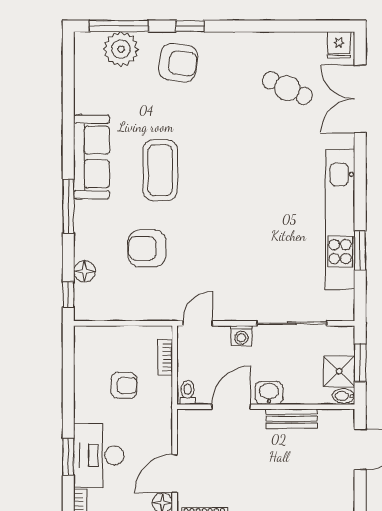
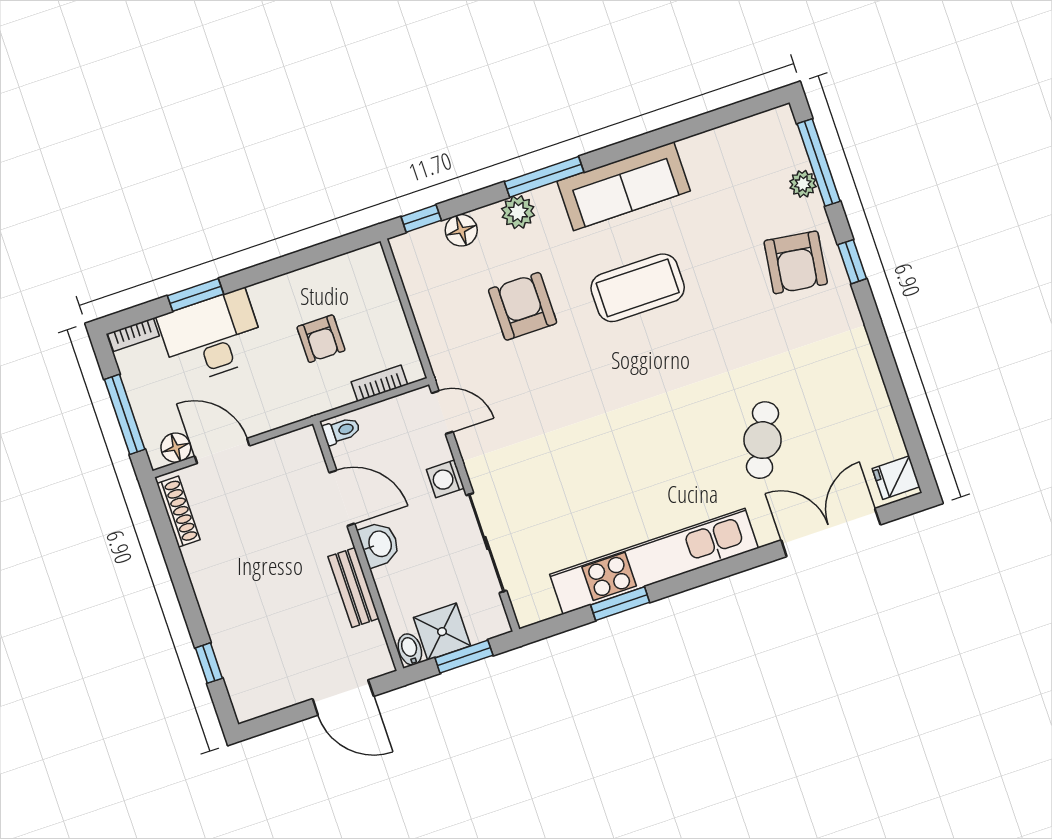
plant: (121, 49) -> (803, 184), width x0.53, depth x0.53
cafe table: (287, 88) -> (763, 440), moved
plant: (85, 231) -> (518, 212), added

